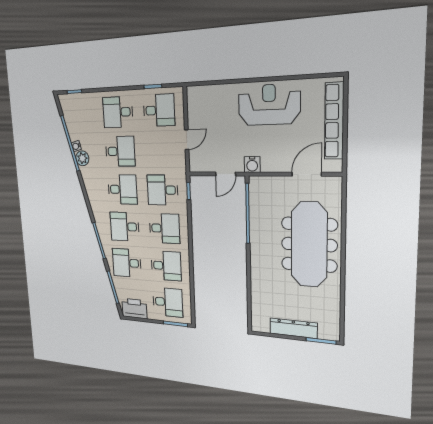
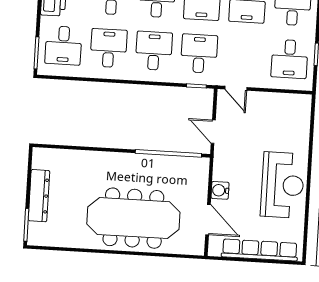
door: (187, 140) -> (236, 88), moved
water cooler: (252, 165) -> (220, 190), moved
desk: (164, 228) -> (154, 51), turned 180
desk: (166, 266) -> (109, 48), turned 180

